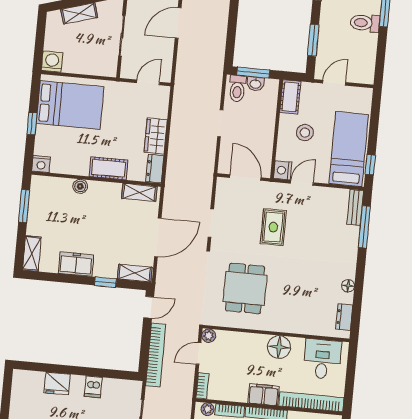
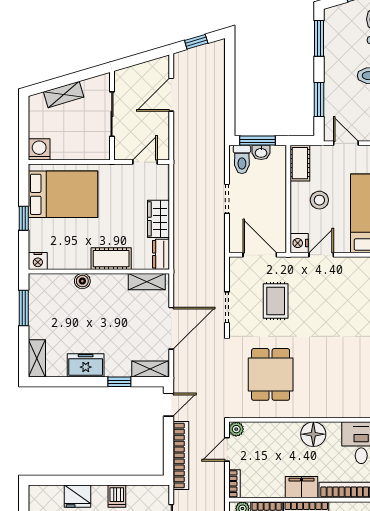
door: (334, 83) -> (346, 143), hinge flipped
rug: (273, 227) -> (276, 301), moved

